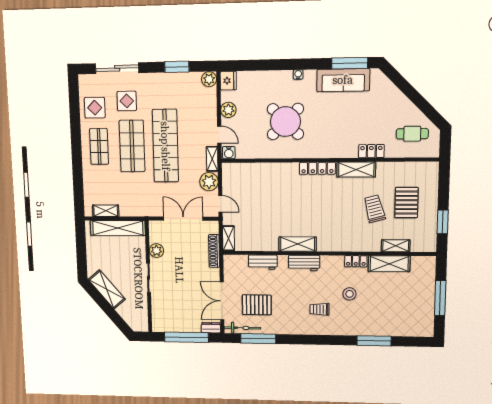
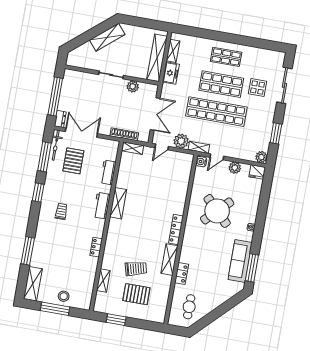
display table: (95, 108) -> (257, 60), removed
freezer: (132, 209) -> (171, 73), added
shelving: (389, 264) -> (33, 284), moved
stool: (350, 294) -> (64, 296), moved
window: (302, 339) -> (38, 192), added

